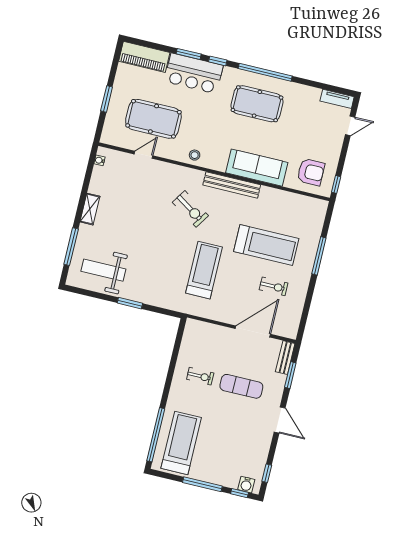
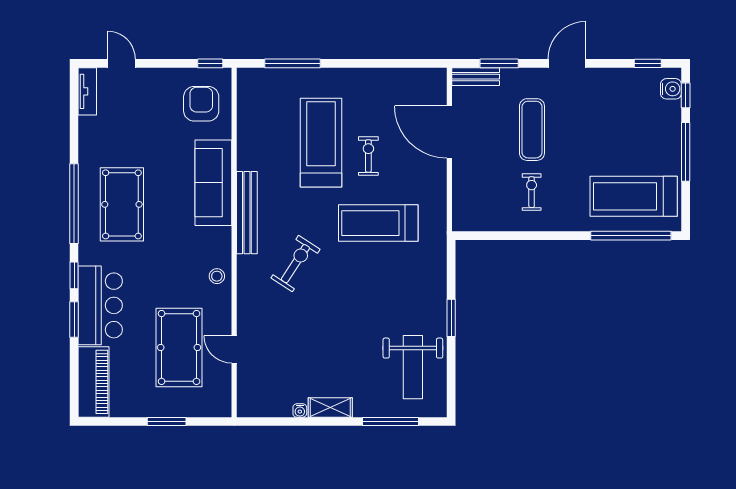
water cooler: (100, 160) -> (300, 410), moved
window: (319, 256) -> (292, 63), moved
exercise bike: (274, 286) -> (368, 156), moved

